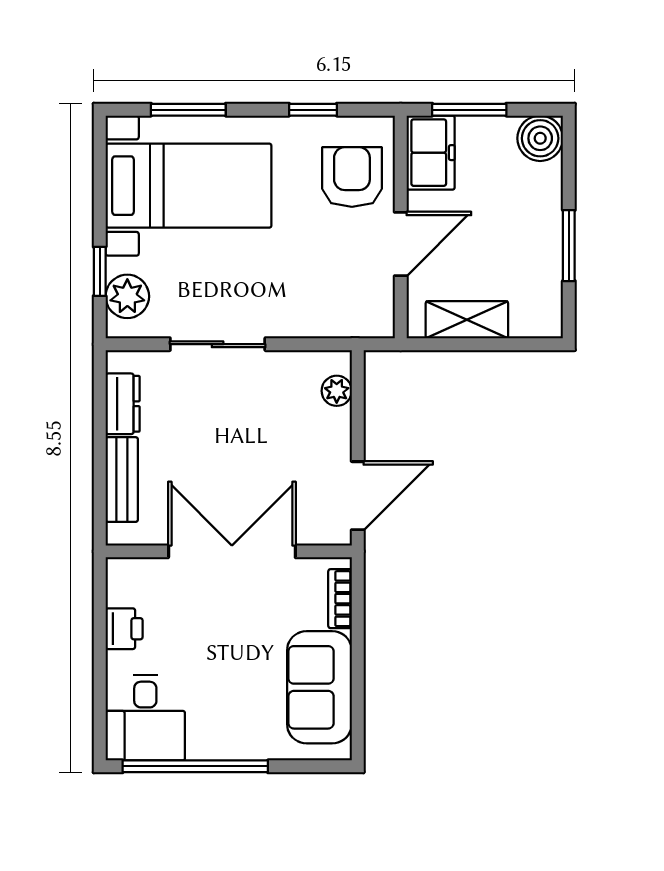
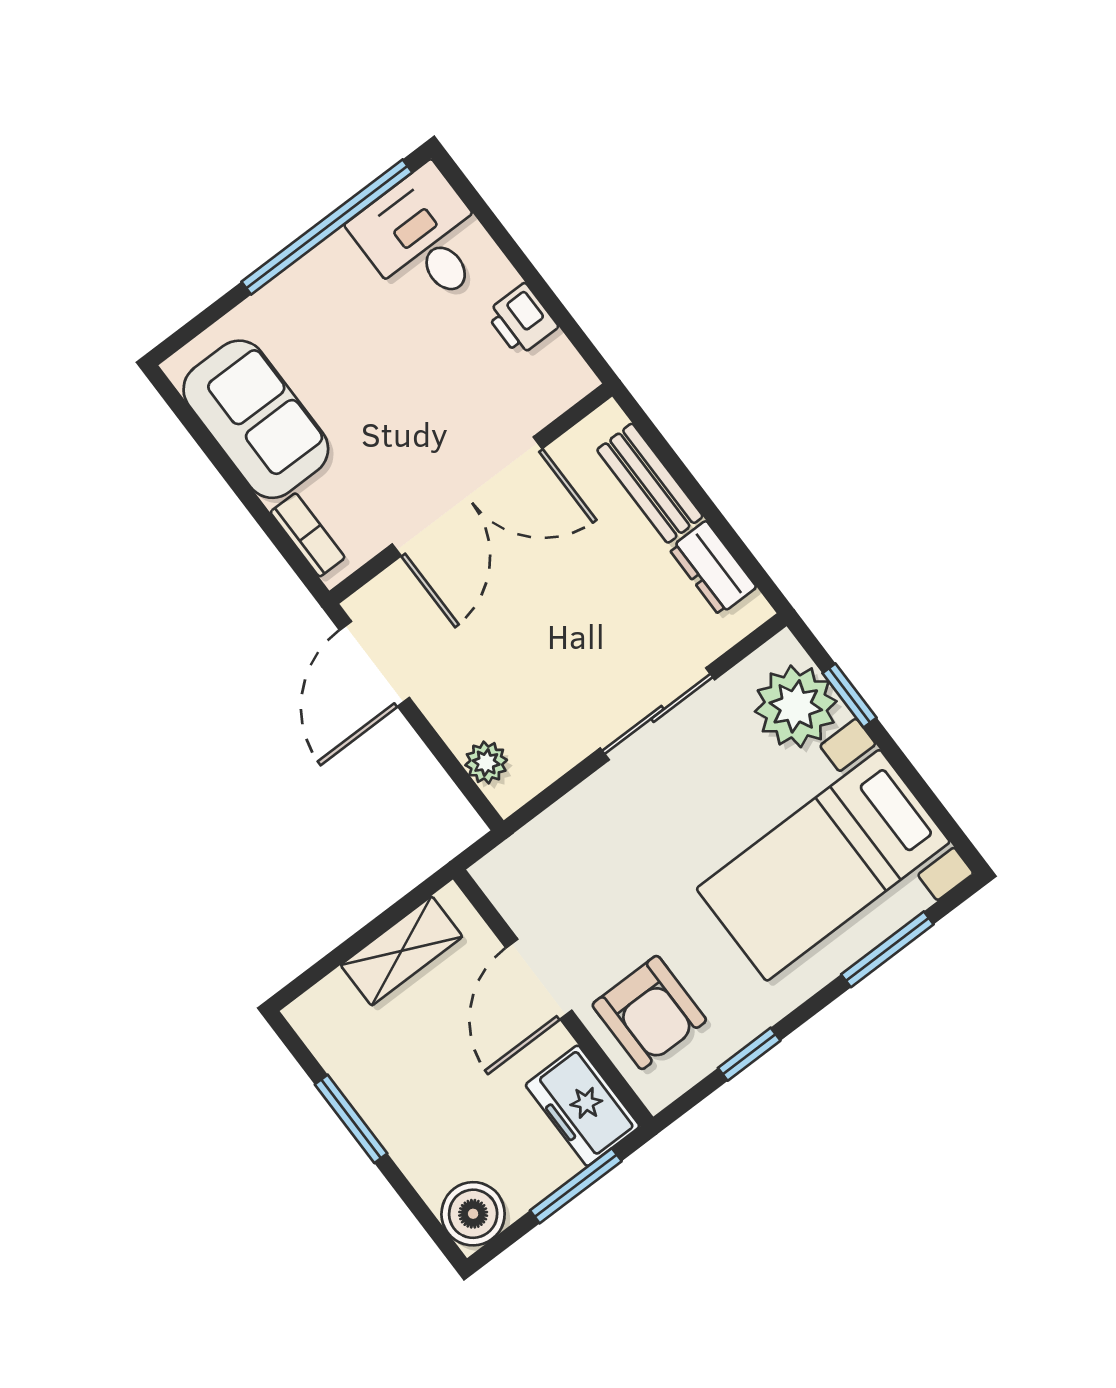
plant: (127, 296) -> (796, 706), width x1.36, depth x1.36

